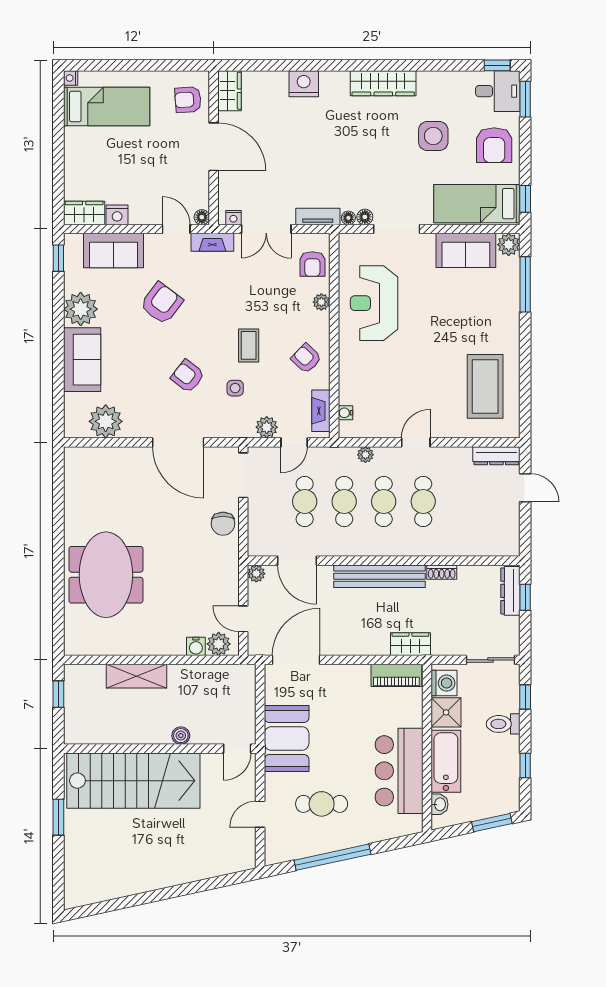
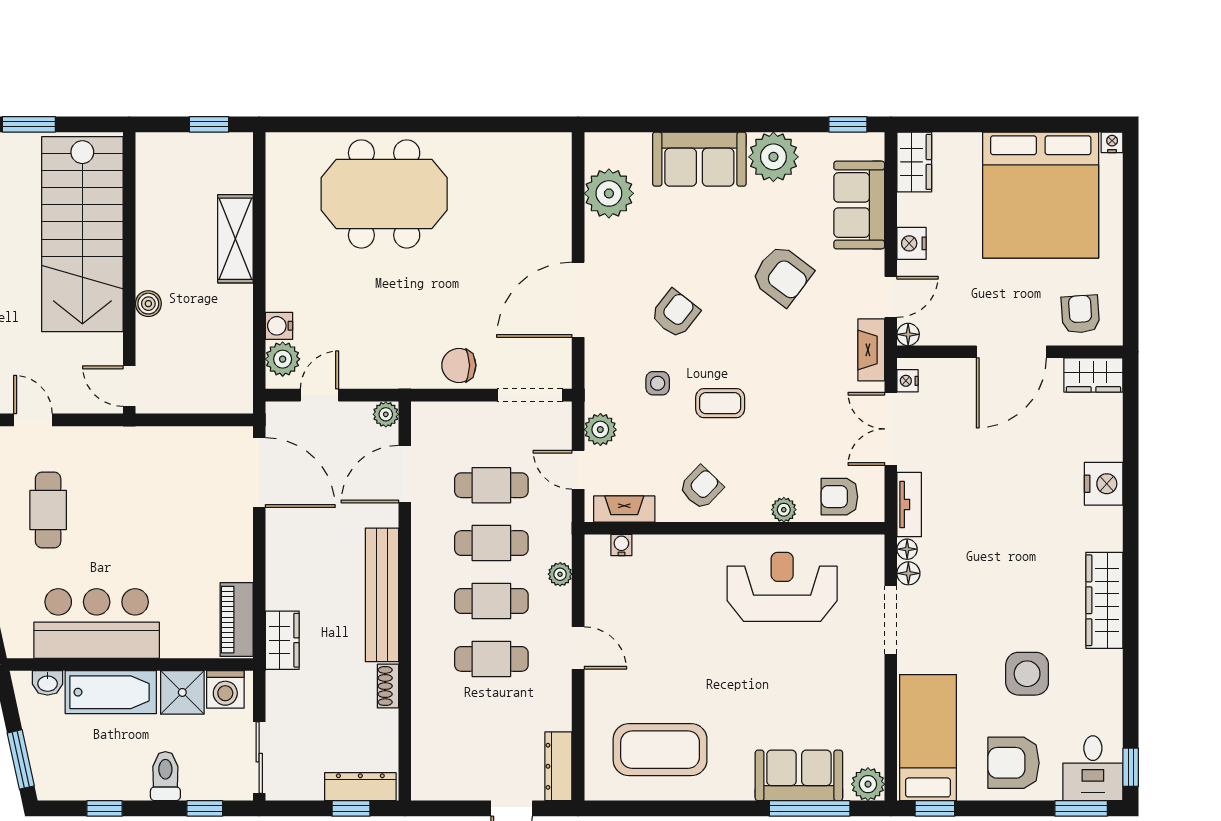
bed: (107, 106) -> (1041, 195), width x2.04
nightstand: (117, 215) -> (912, 243), moved
sofa: (466, 250) -> (799, 775), moved, turned 90
booth: (287, 738) -> (144, 459), removed

